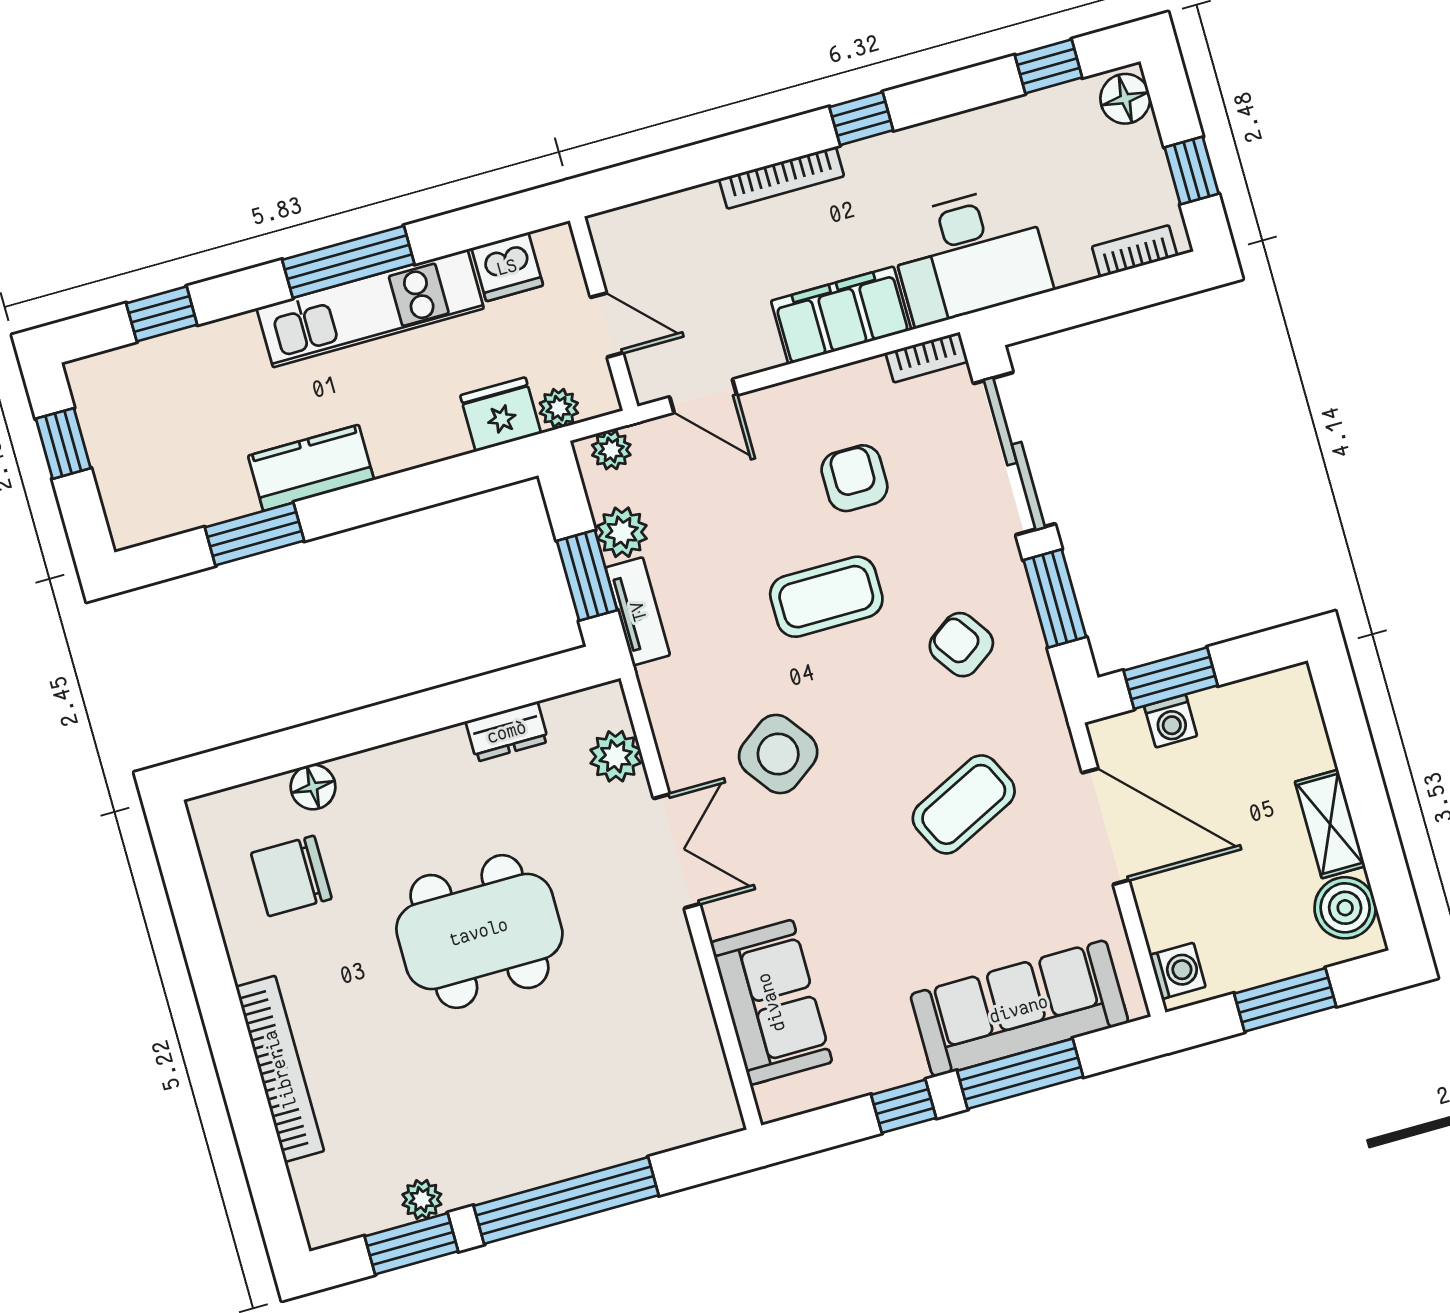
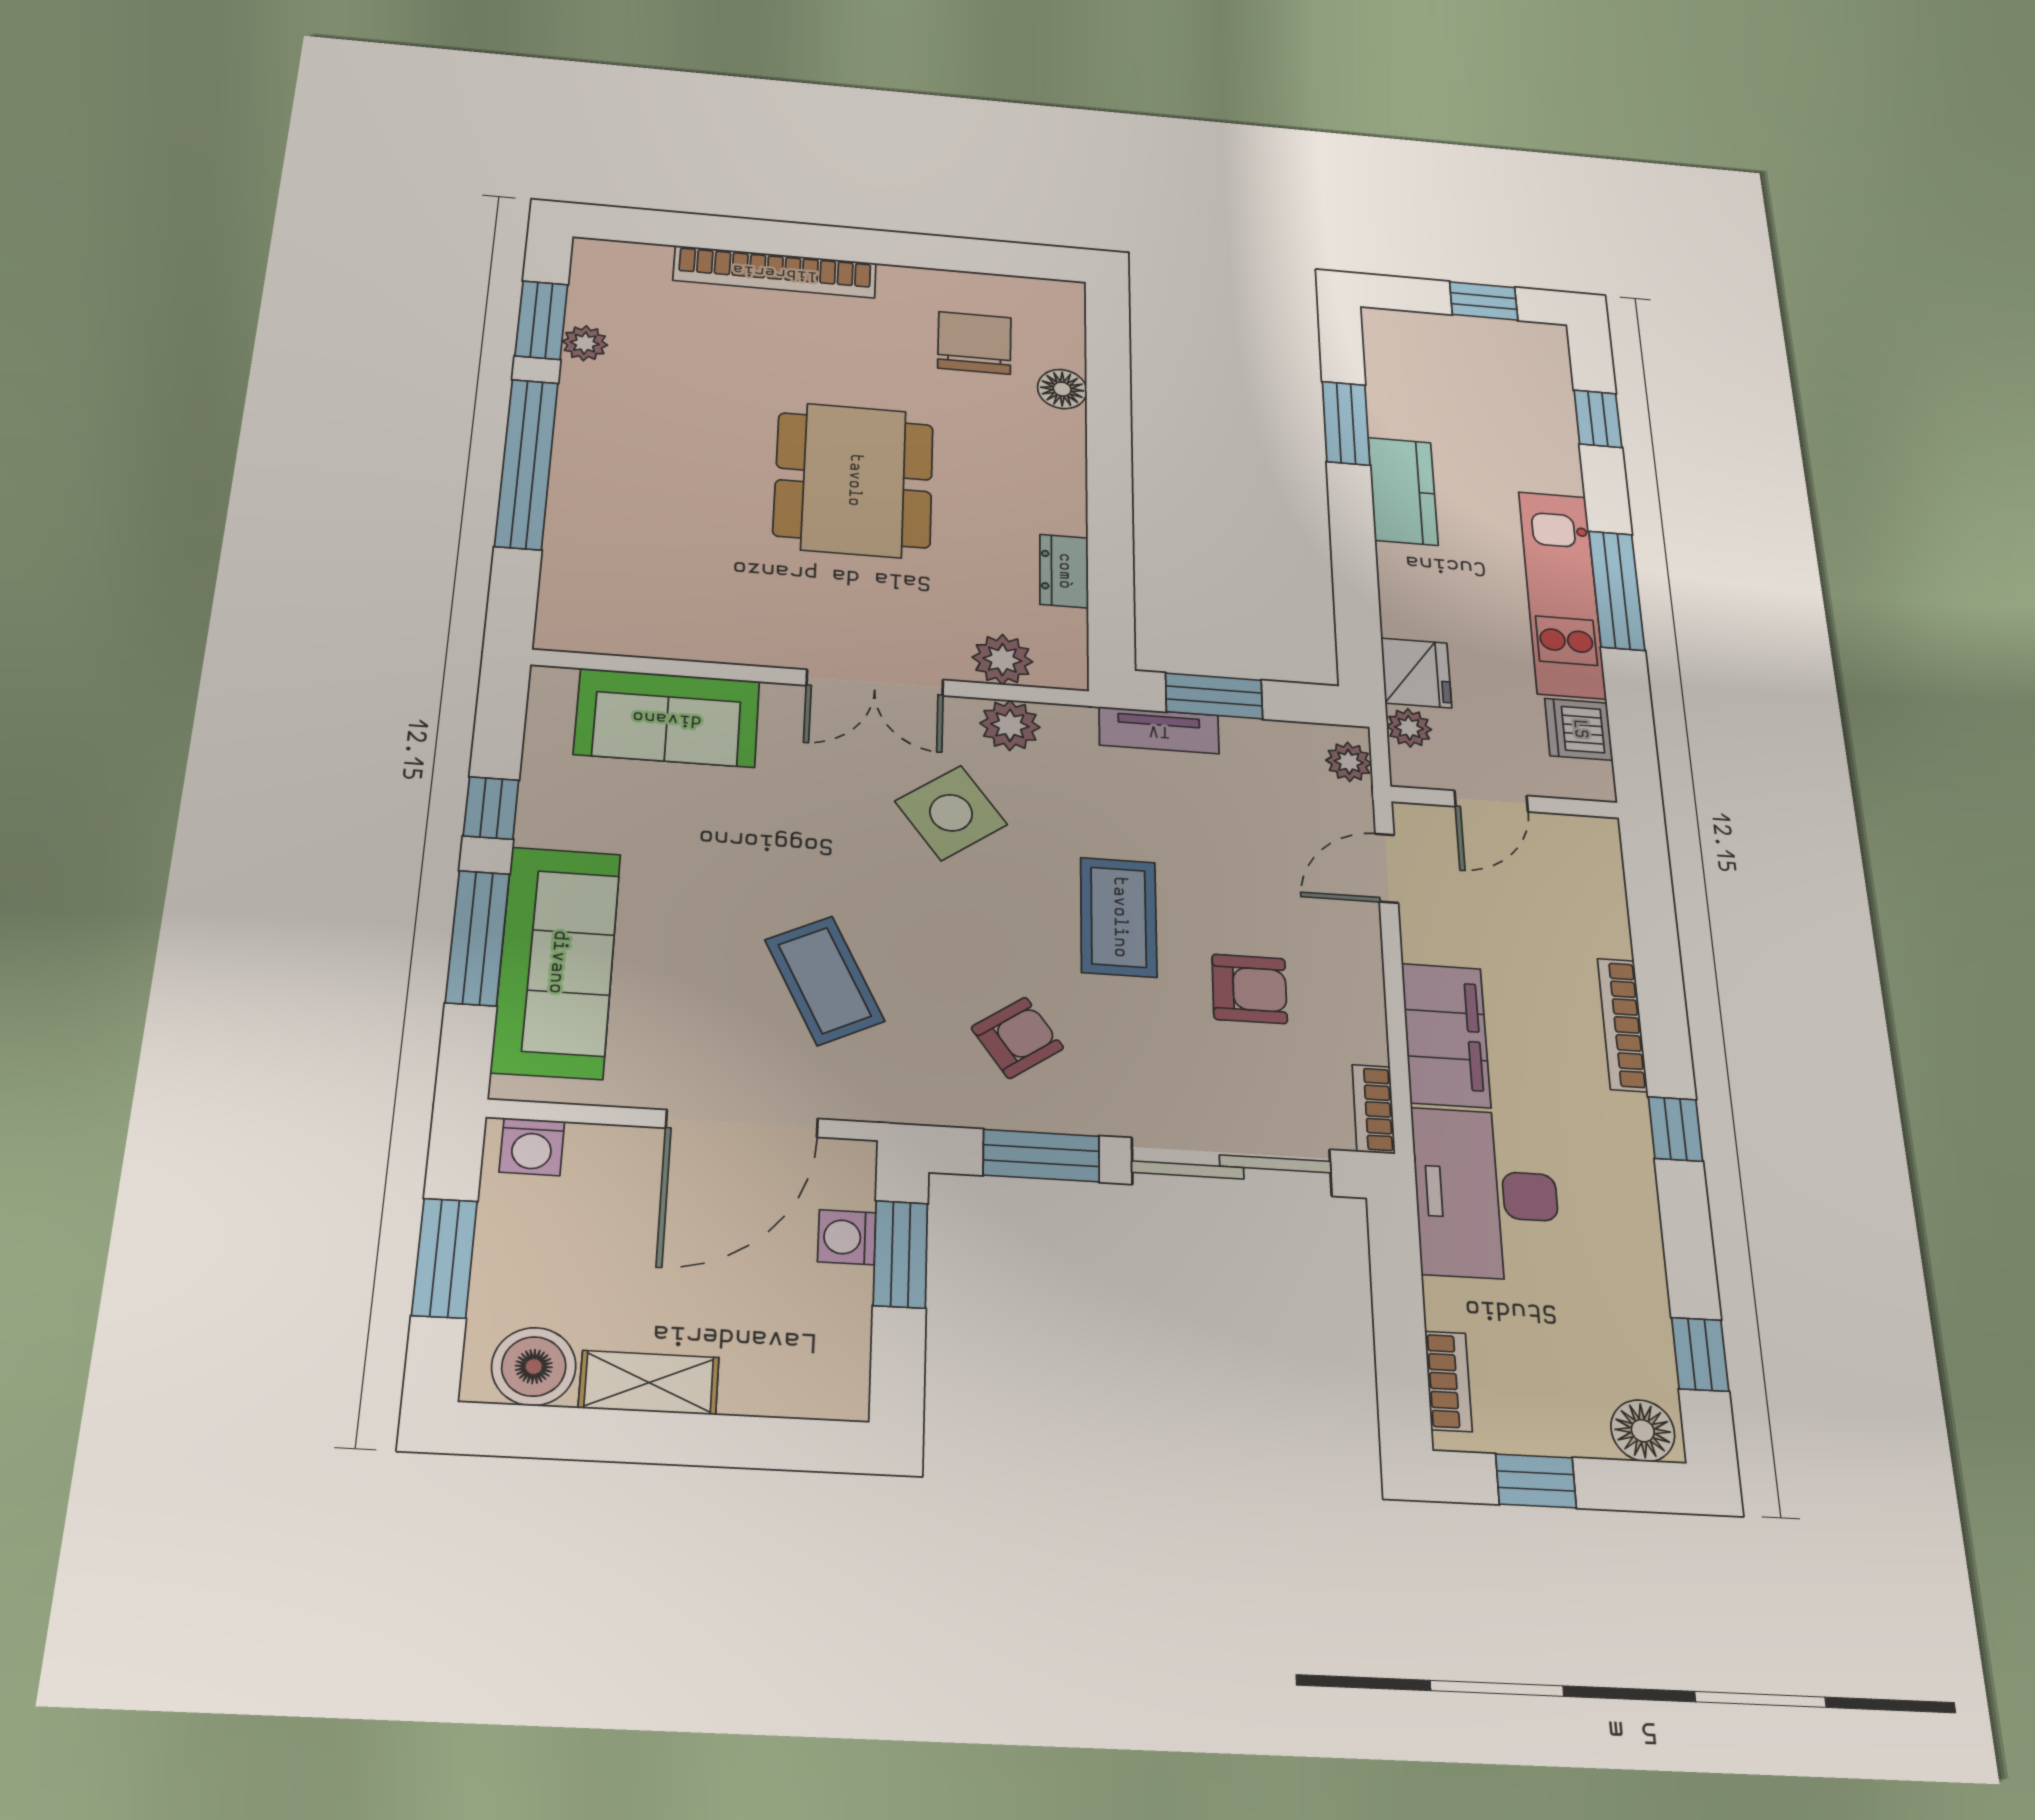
plant: (622, 532) -> (1010, 725), moved

